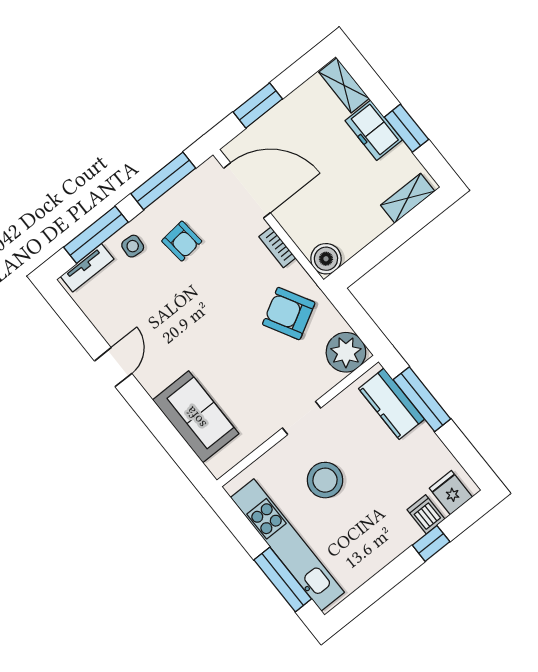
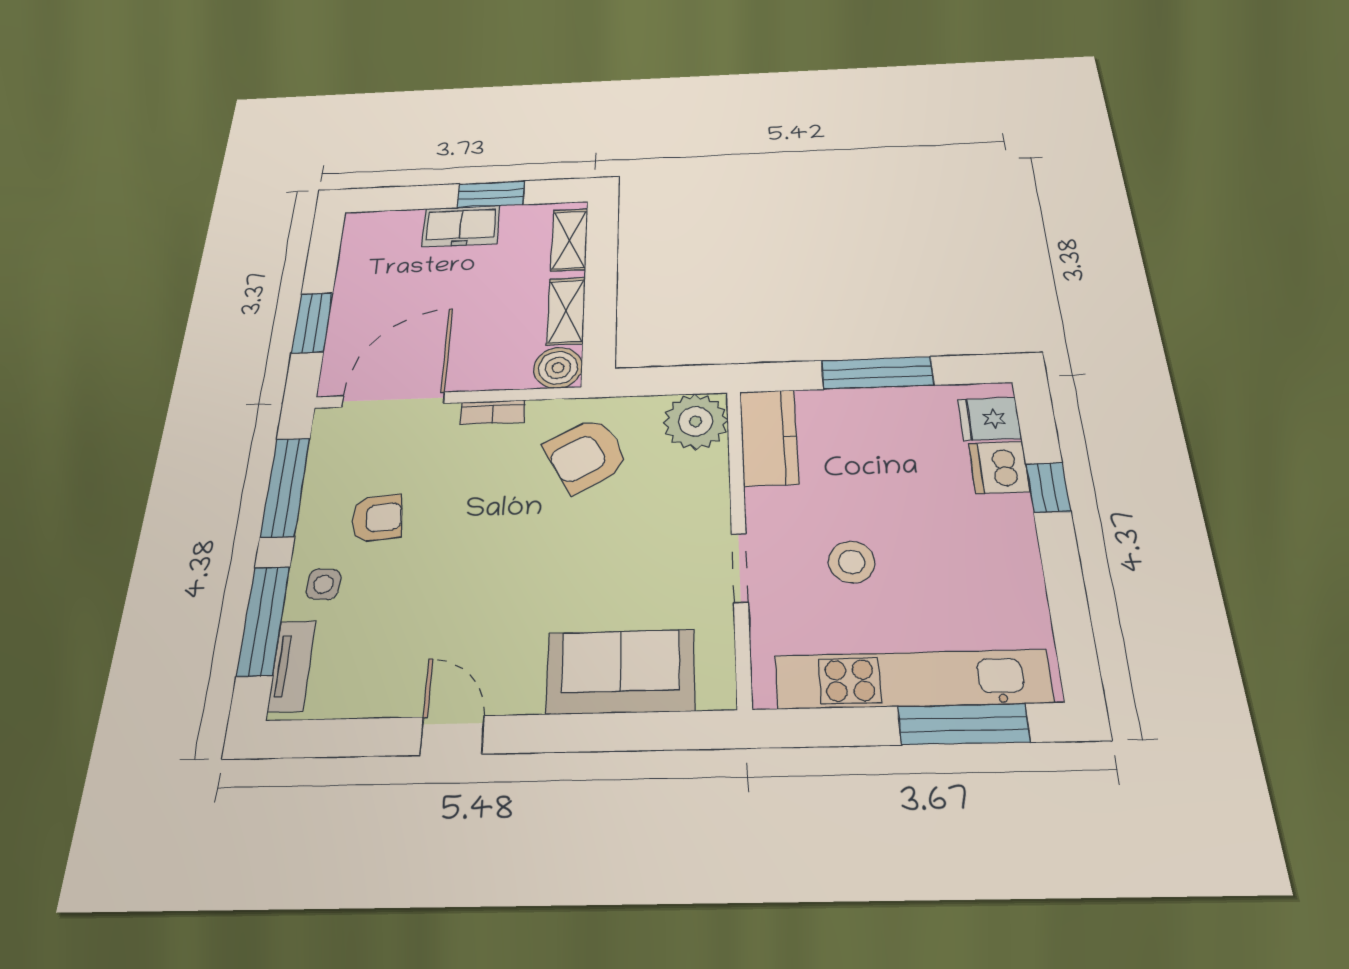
shelving: (344, 85) -> (566, 311), moved, turned 90
window: (422, 399) -> (877, 373), moved
kitchen counter: (392, 404) -> (769, 437), moved, turned -90
doorway: (302, 418) -> (740, 568), moved
stool: (325, 480) -> (852, 562), width x0.73, depth x0.73
dishwasher: (426, 514) -> (999, 467), width x1.38

